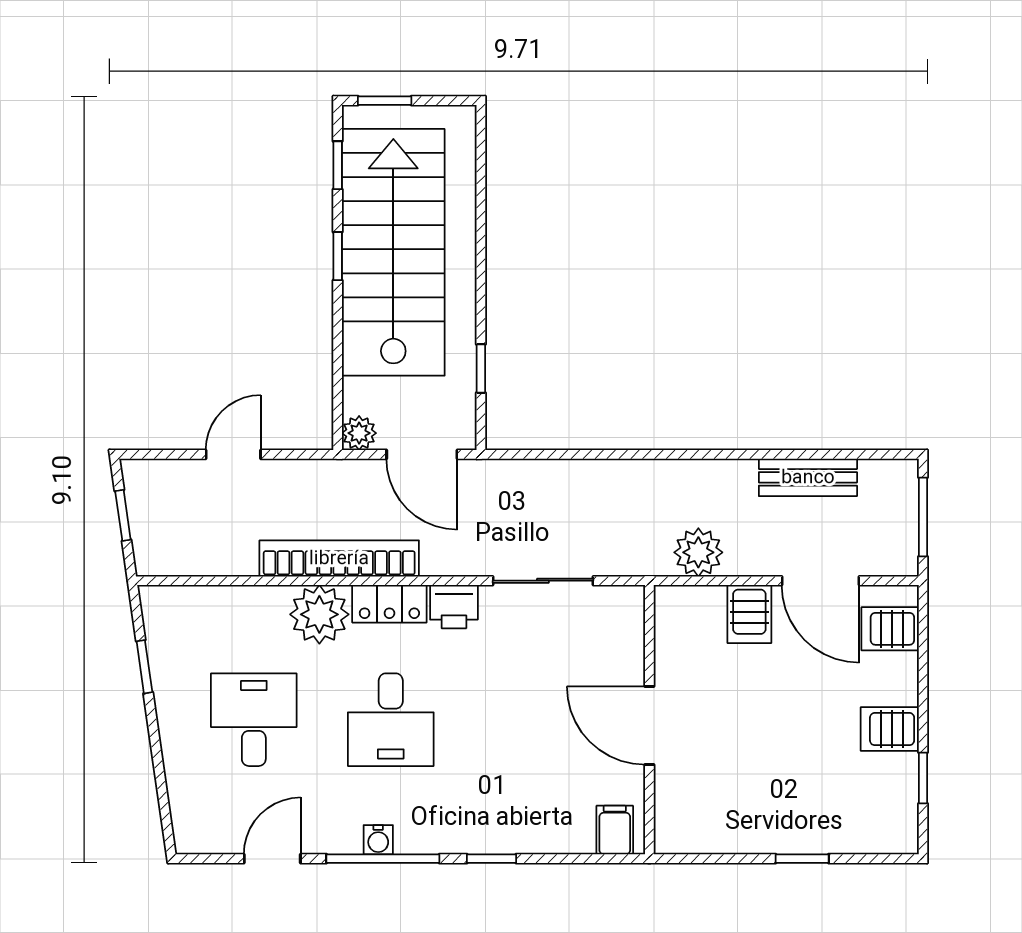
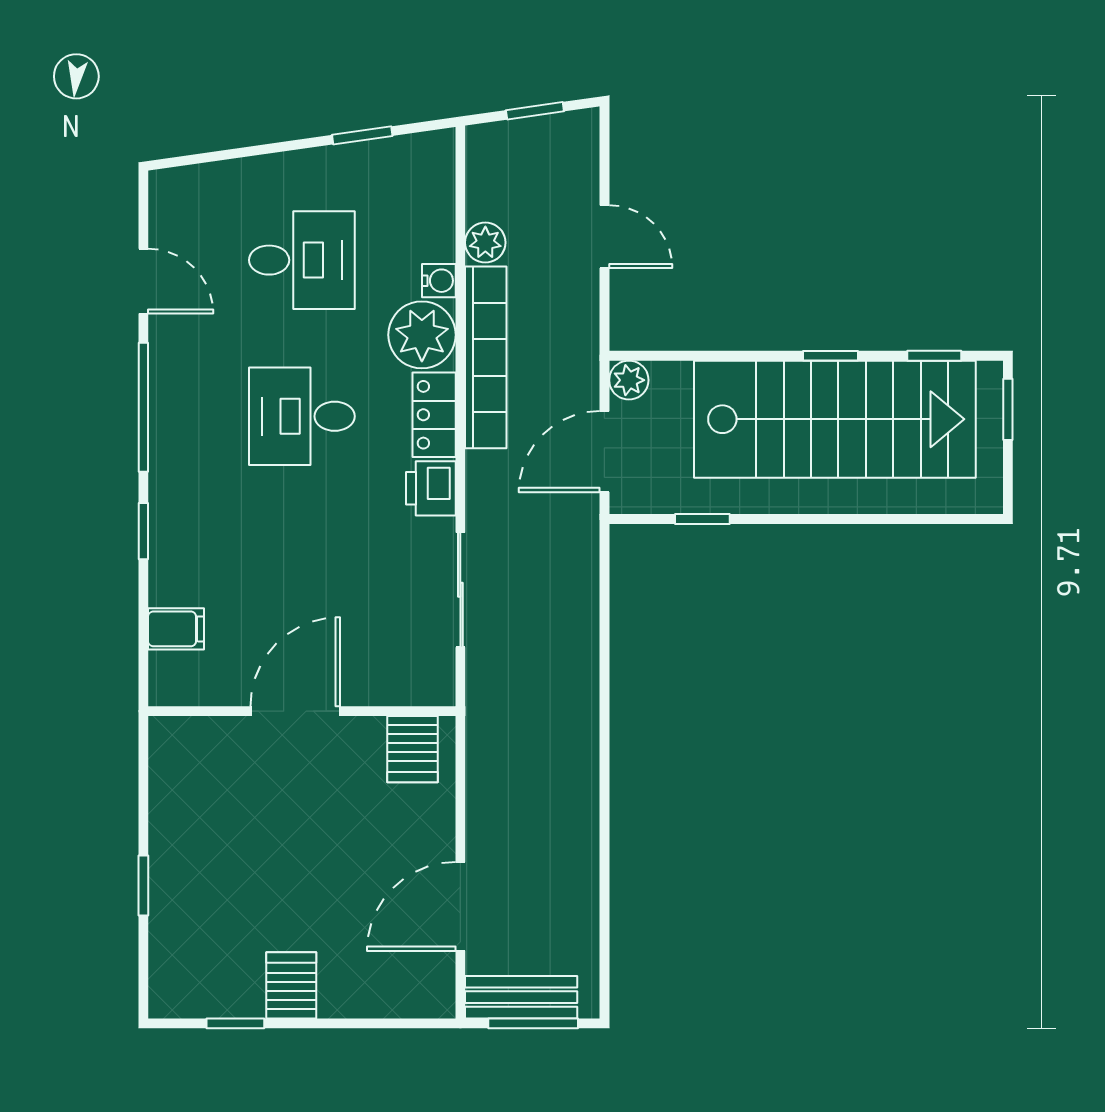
bench: (808, 477) -> (521, 997), moved, turned 90
plant: (698, 552) -> (485, 243), moved, width x0.73, depth x0.73
server rack: (749, 614) -> (412, 749), moved, turned -90
server rack: (890, 629) -> (406, 986), removed
filing cabinet: (615, 830) -> (176, 629), moved
water cooler: (378, 840) -> (439, 281), moved, turned 180

